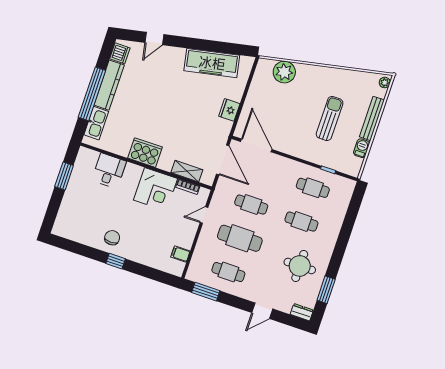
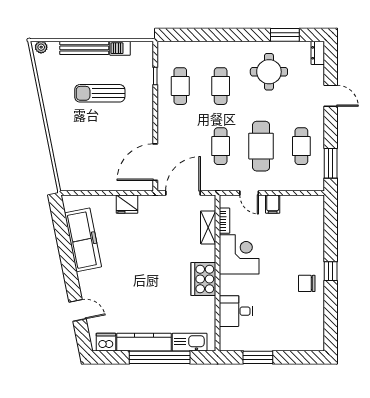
plant: (284, 72) -> (66, 159), removed
filing cabinet: (180, 254) -> (273, 204), moved

